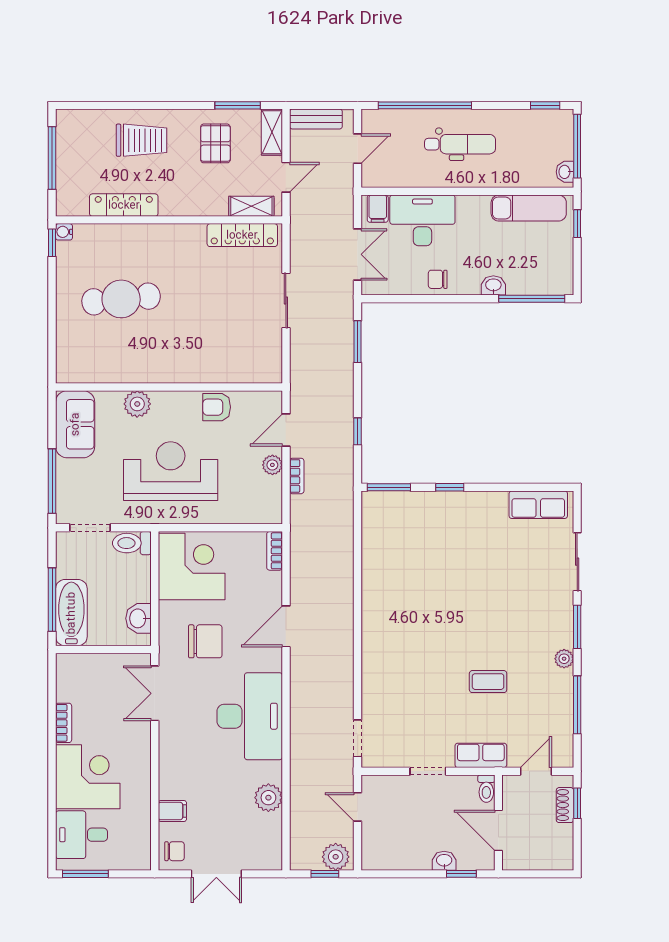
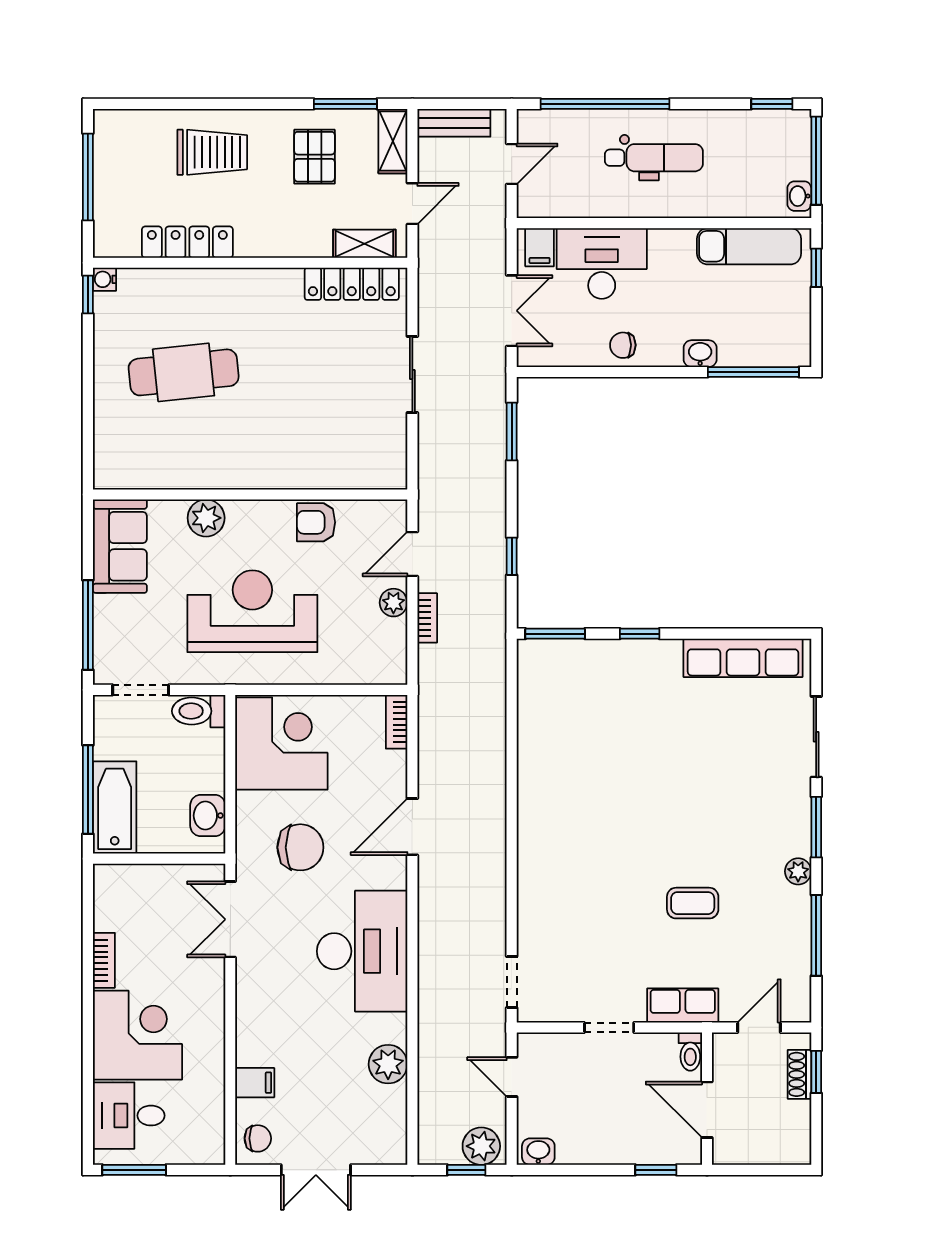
row of seats: (538, 505) -> (743, 658), width x1.48
washbasin: (444, 861) -> (538, 1152), moved

